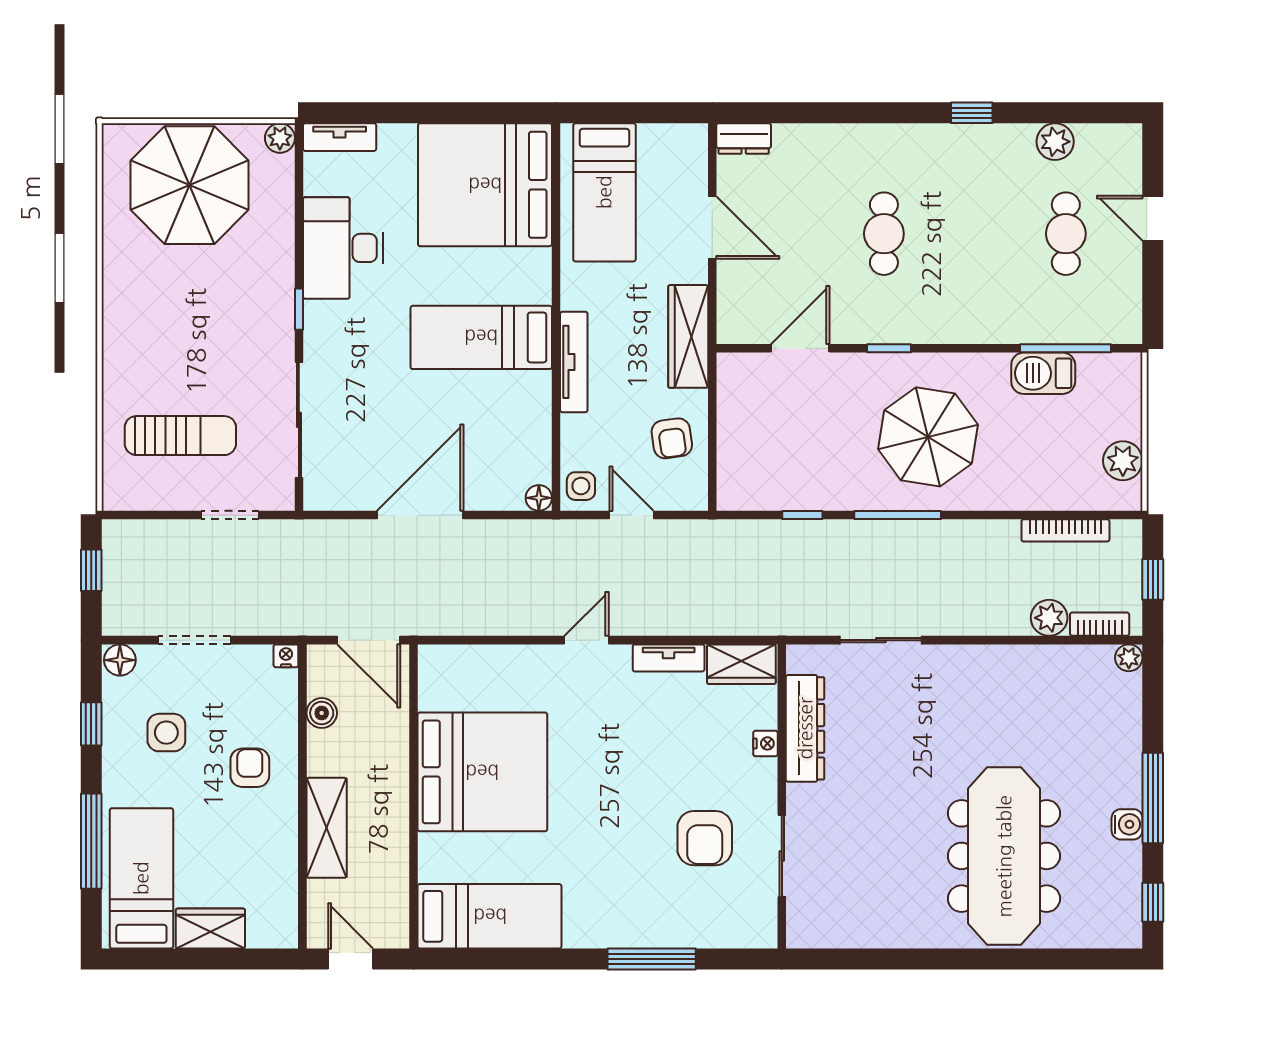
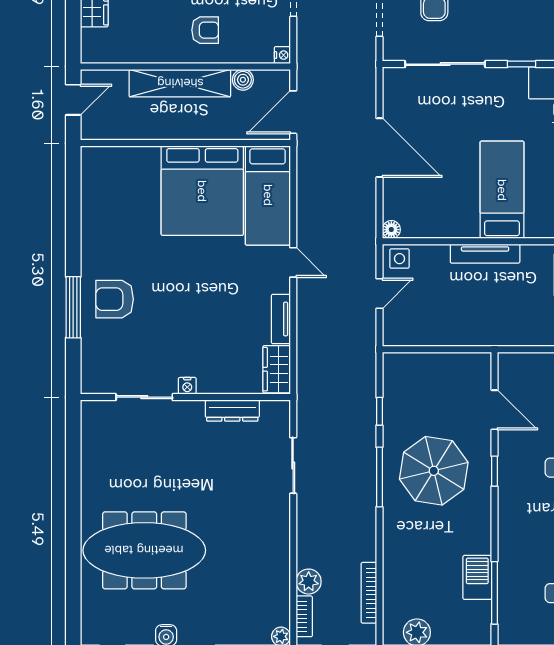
wardrobe: (688, 336) -> (503, 333), removed
parasol: (928, 437) -> (434, 471), moved
armchair: (672, 438) -> (432, 321), removed
dresser: (805, 728) -> (232, 411), width x0.73, depth x0.80
nightstand: (765, 743) -> (187, 386), moved
shelving: (327, 828) -> (180, 83), width x1.47
armchair: (705, 838) -> (115, 299), moved
bed: (490, 916) -> (268, 195), moved

